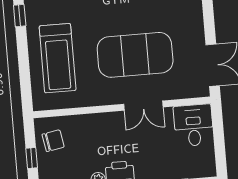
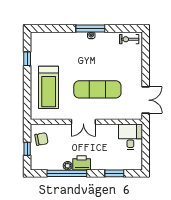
exercise mat: (135, 55) -> (97, 89), width x0.68
double door: (143, 106) -> (83, 122), moved

